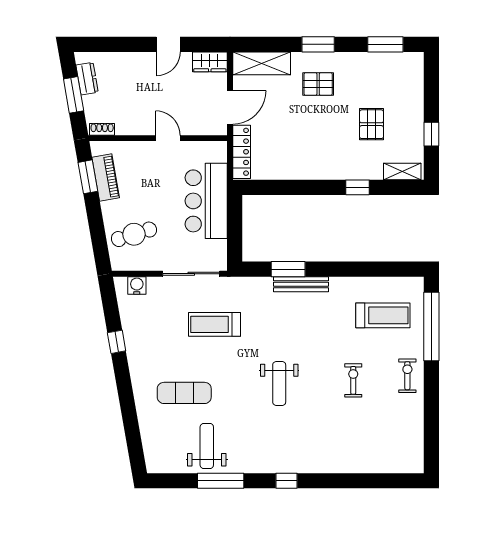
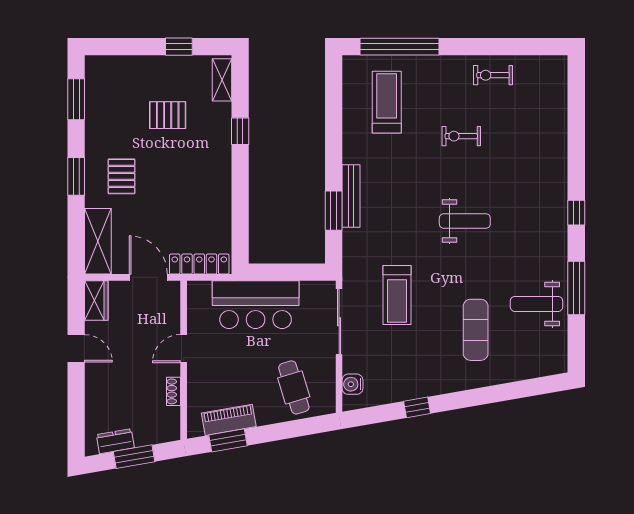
shoe rack: (102, 129) -> (174, 391), moved
exercise bike: (407, 376) -> (493, 75), moved

